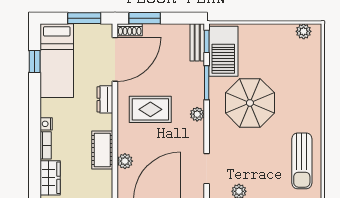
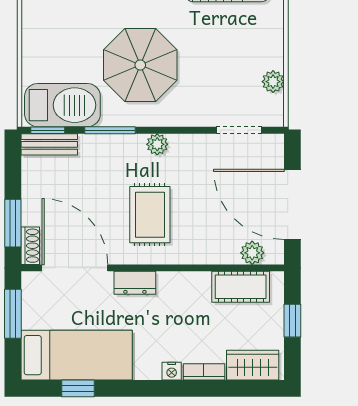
cot: (102, 150) -> (241, 287), moved
plant: (125, 161) -> (252, 253), moved

